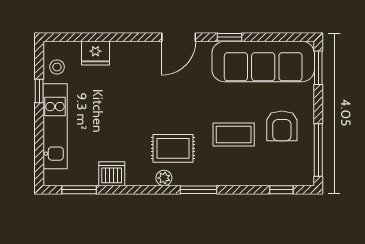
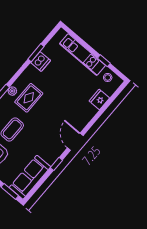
sofa: (263, 61) -> (30, 177), width x0.74, depth x0.79
plant: (164, 178) -> (12, 91), moved
window: (79, 190) -> (36, 53), moved

